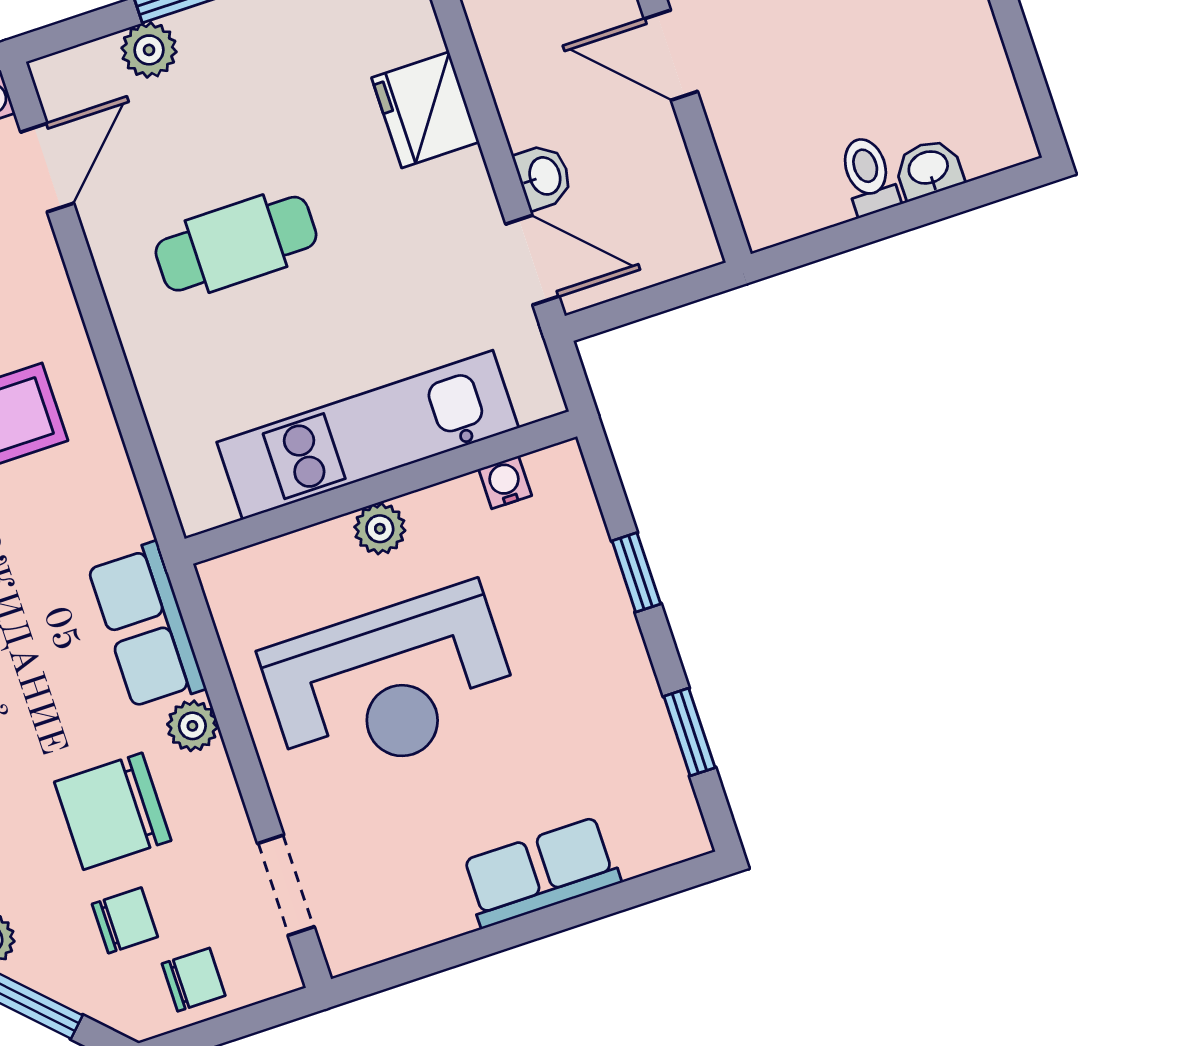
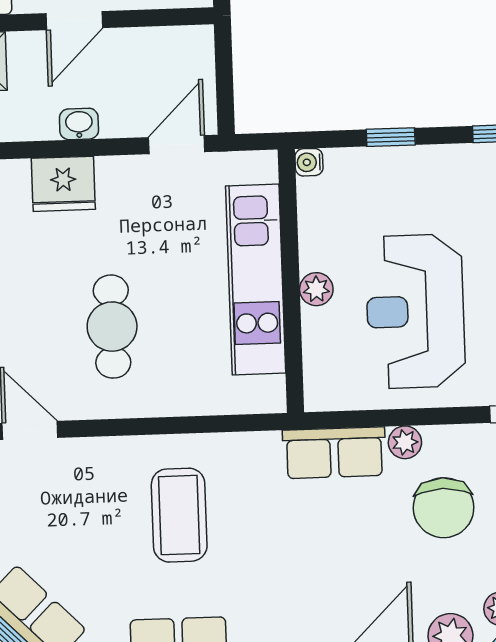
washbasin: (544, 176) -> (79, 124), moved
water cooler: (505, 482) -> (309, 162), moved
reception desk: (390, 684) -> (415, 311), turned 180

